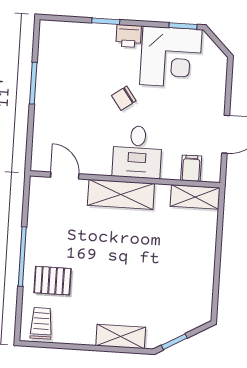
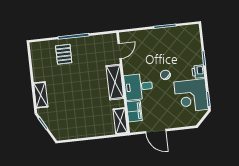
filing cabinet: (191, 168) -> (134, 111), width x2.00
trolley: (41, 323) -> (40, 52), removed

